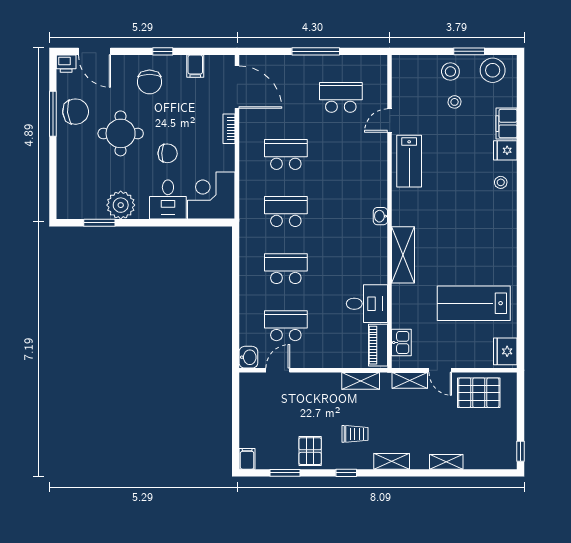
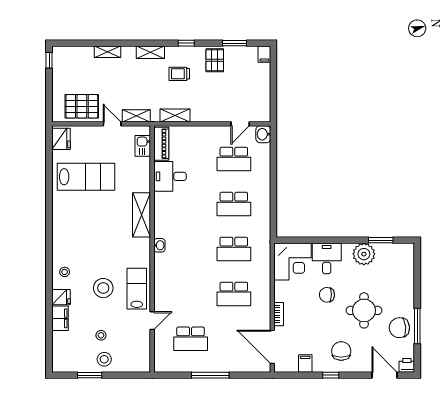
stool: (493, 70) -> (103, 288), moved

